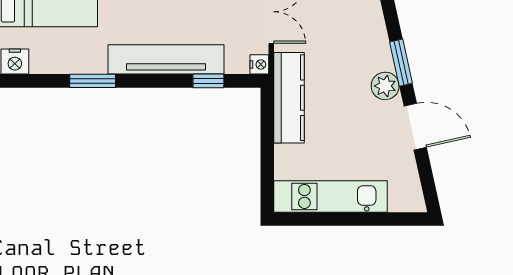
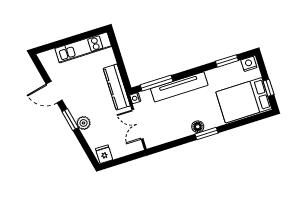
window: (93, 81) -> (227, 61), moved
window: (208, 81) -> (157, 83), width x2.17
plant: (385, 86) -> (84, 123), moved

